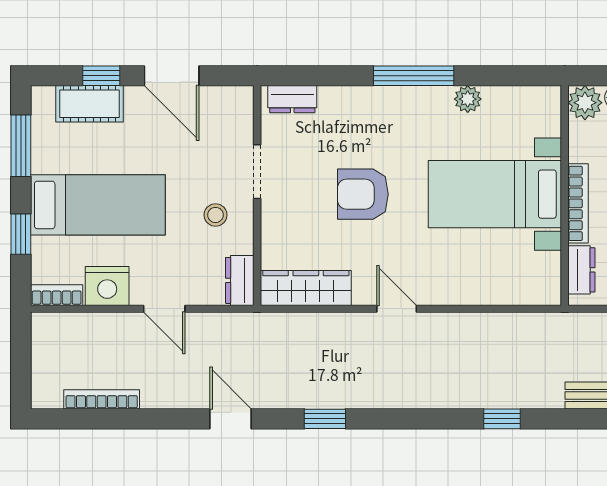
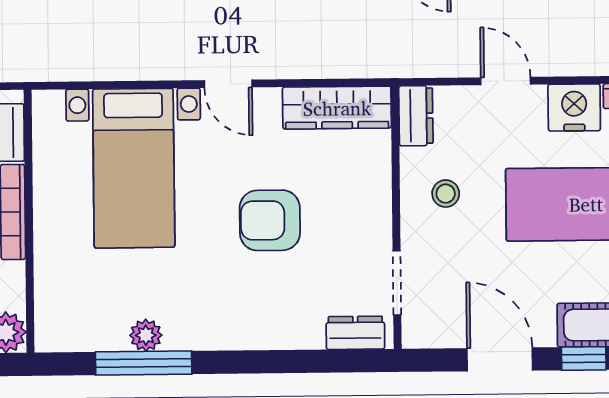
window: (414, 76) -> (144, 363), moved
doorway: (257, 172) -> (397, 283), moved
armchair: (363, 194) -> (270, 220), turned 180
bed with nightstands: (495, 194) -> (134, 168), moved, turned 90

